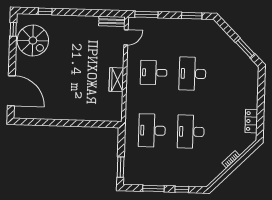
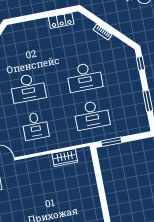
wardrobe: (116, 80) -> (65, 158), moved
window: (121, 167) -> (111, 142), moved
window: (182, 189) -> (140, 63), moved

